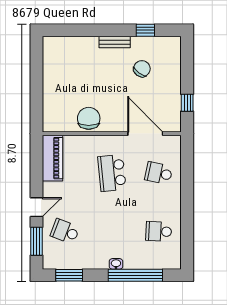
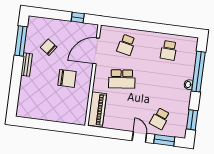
window: (145, 30) -> (21, 41), width x2.17
chair: (89, 118) -> (67, 78), moved, turned 180
piano: (53, 158) -> (97, 109), moved, turned 90

